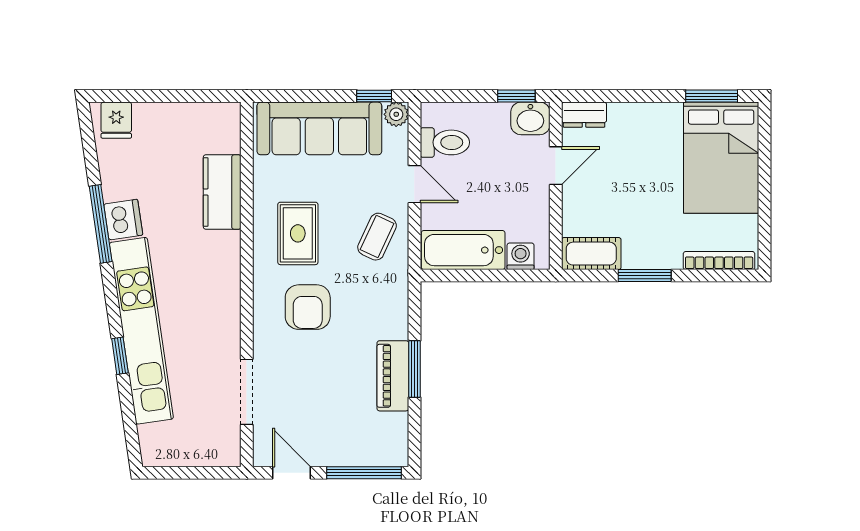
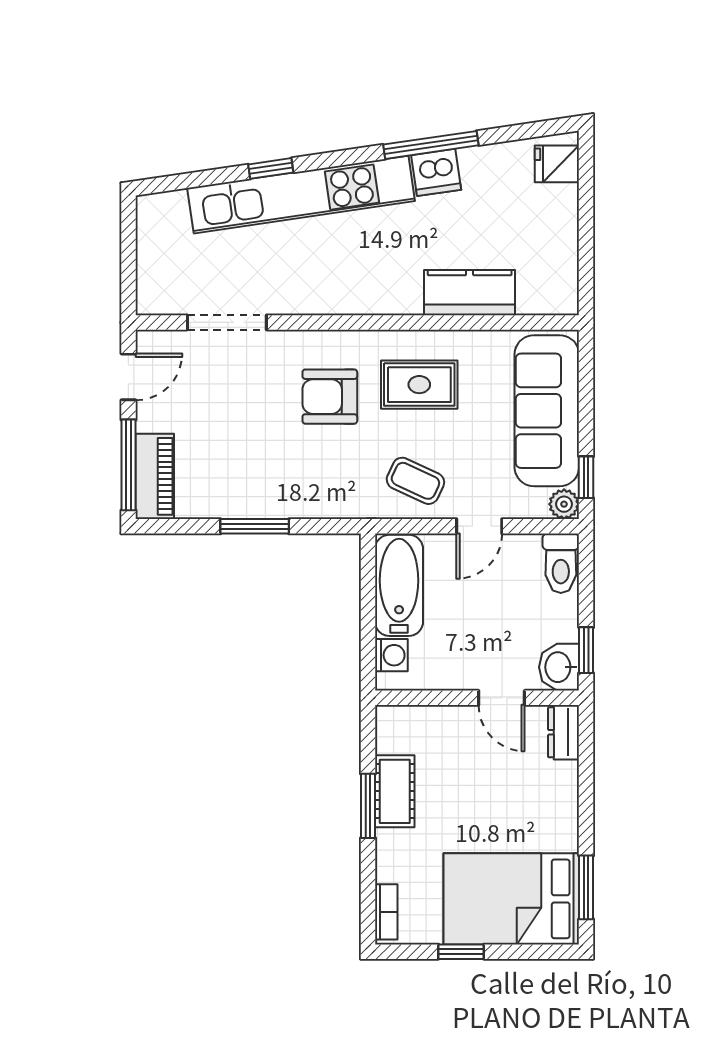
toilet: (445, 142) -> (561, 563), moved
window: (765, 199) -> (461, 952), added
cot: (591, 254) -> (395, 791), moved
bookcase: (719, 261) -> (386, 912), width x0.64
piano: (393, 376) -> (155, 476), moved, turned 90

